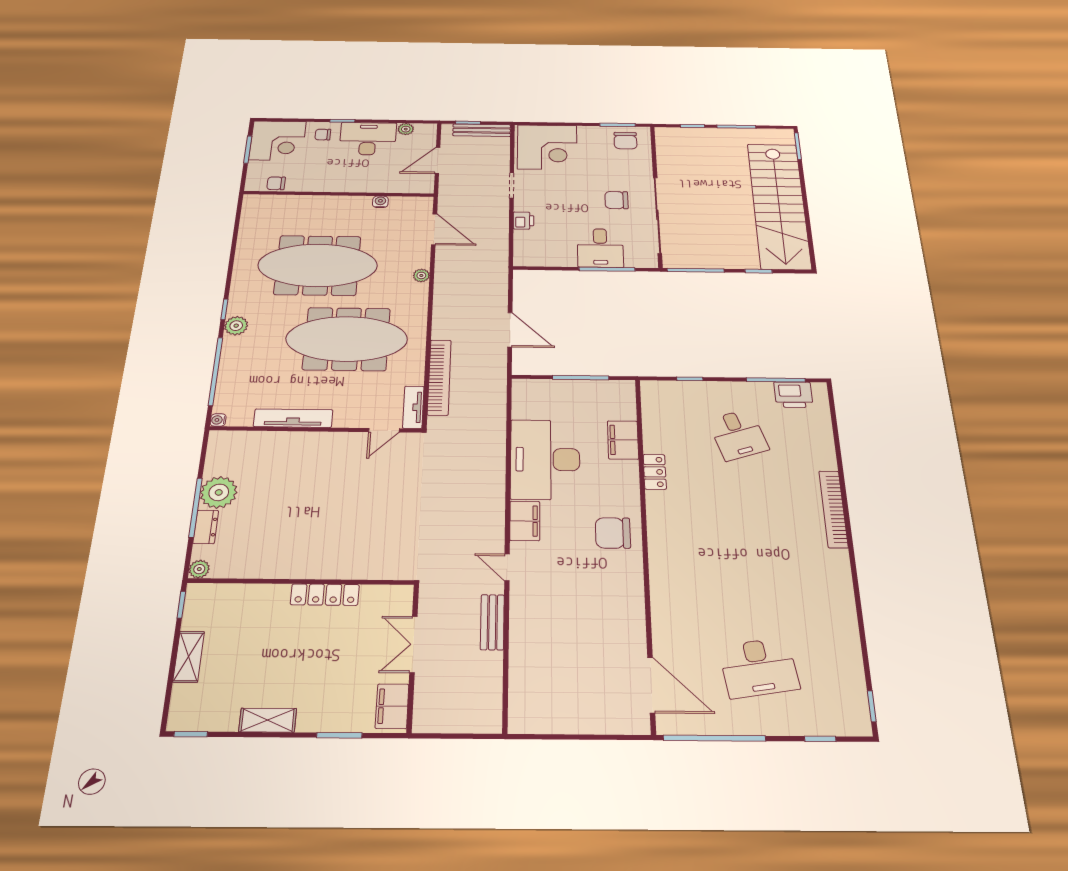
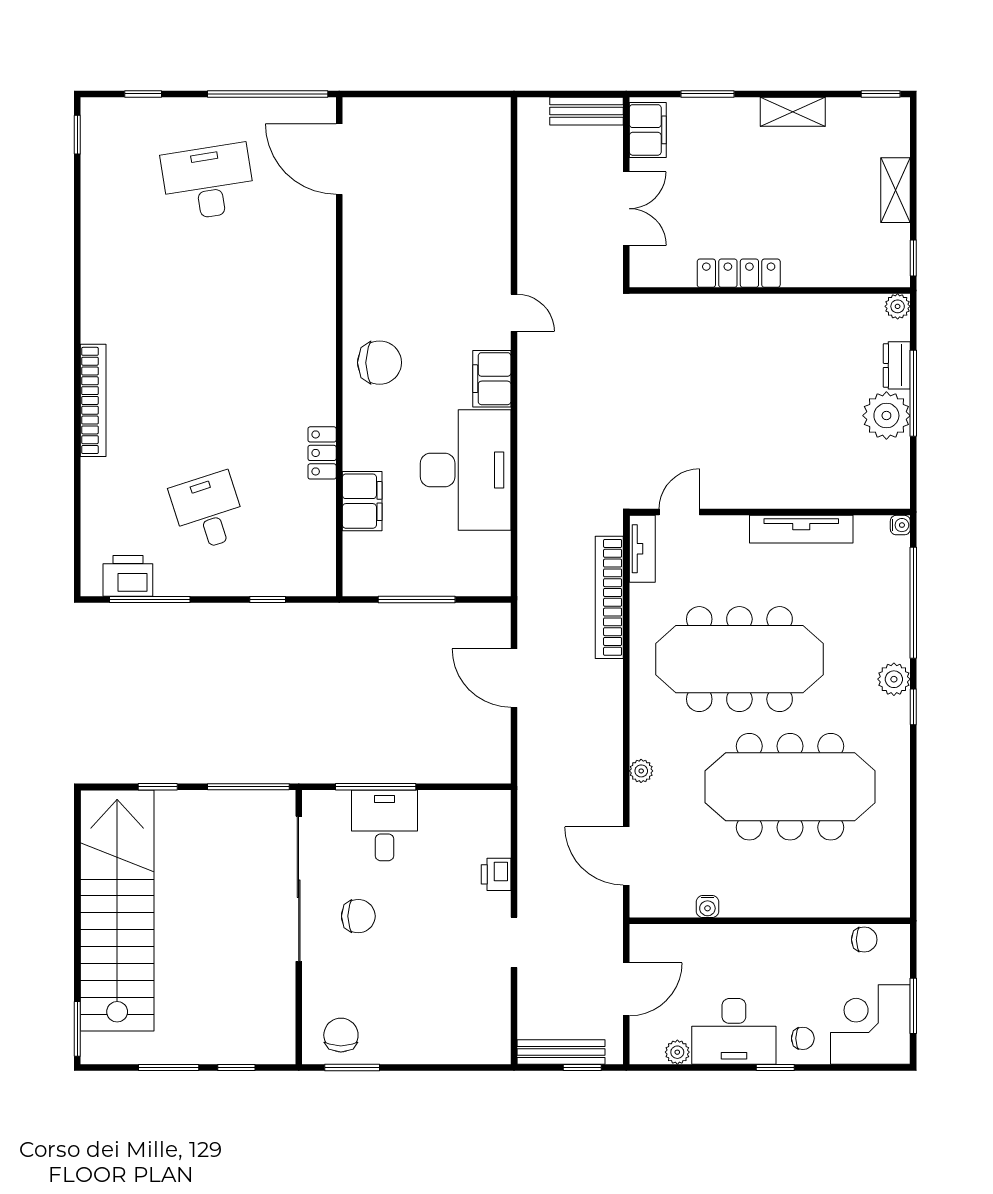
corner desk: (547, 147) -> (461, 1019), removed
bench: (492, 622) -> (587, 111), moved, turned 90

